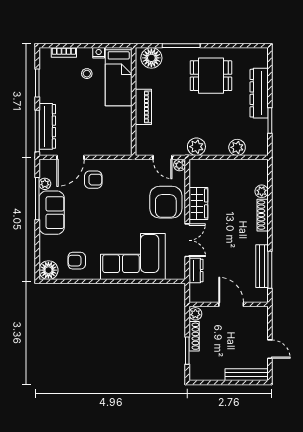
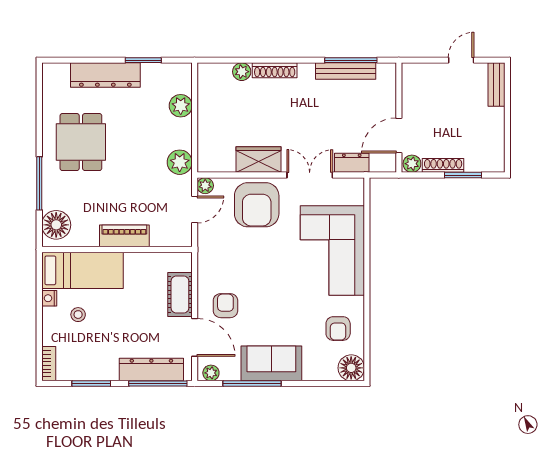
bookcase: (64, 52) -> (49, 364), moved
cot: (101, 147) -> (180, 295), added
plant: (45, 184) -> (211, 373), moved
armchair: (166, 202) -> (257, 205), turned 90
door: (231, 304) -> (399, 135), moved
bench: (247, 375) -> (496, 85), width x0.73

